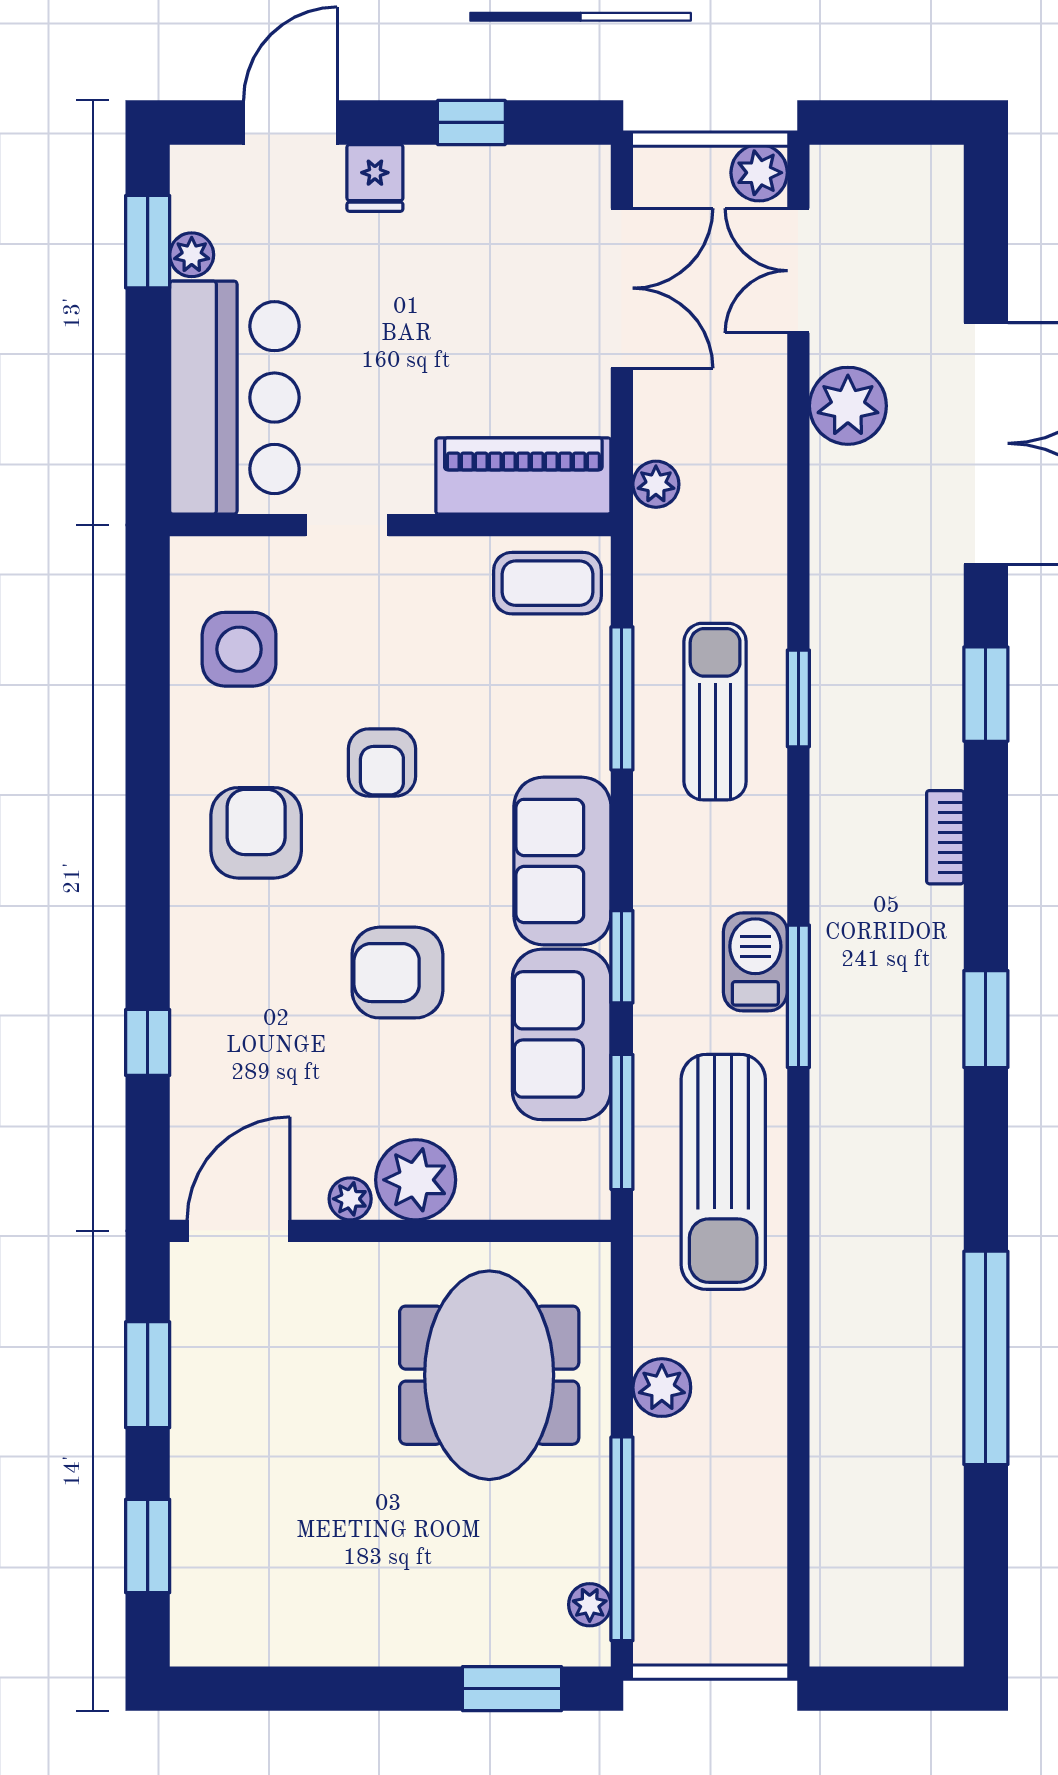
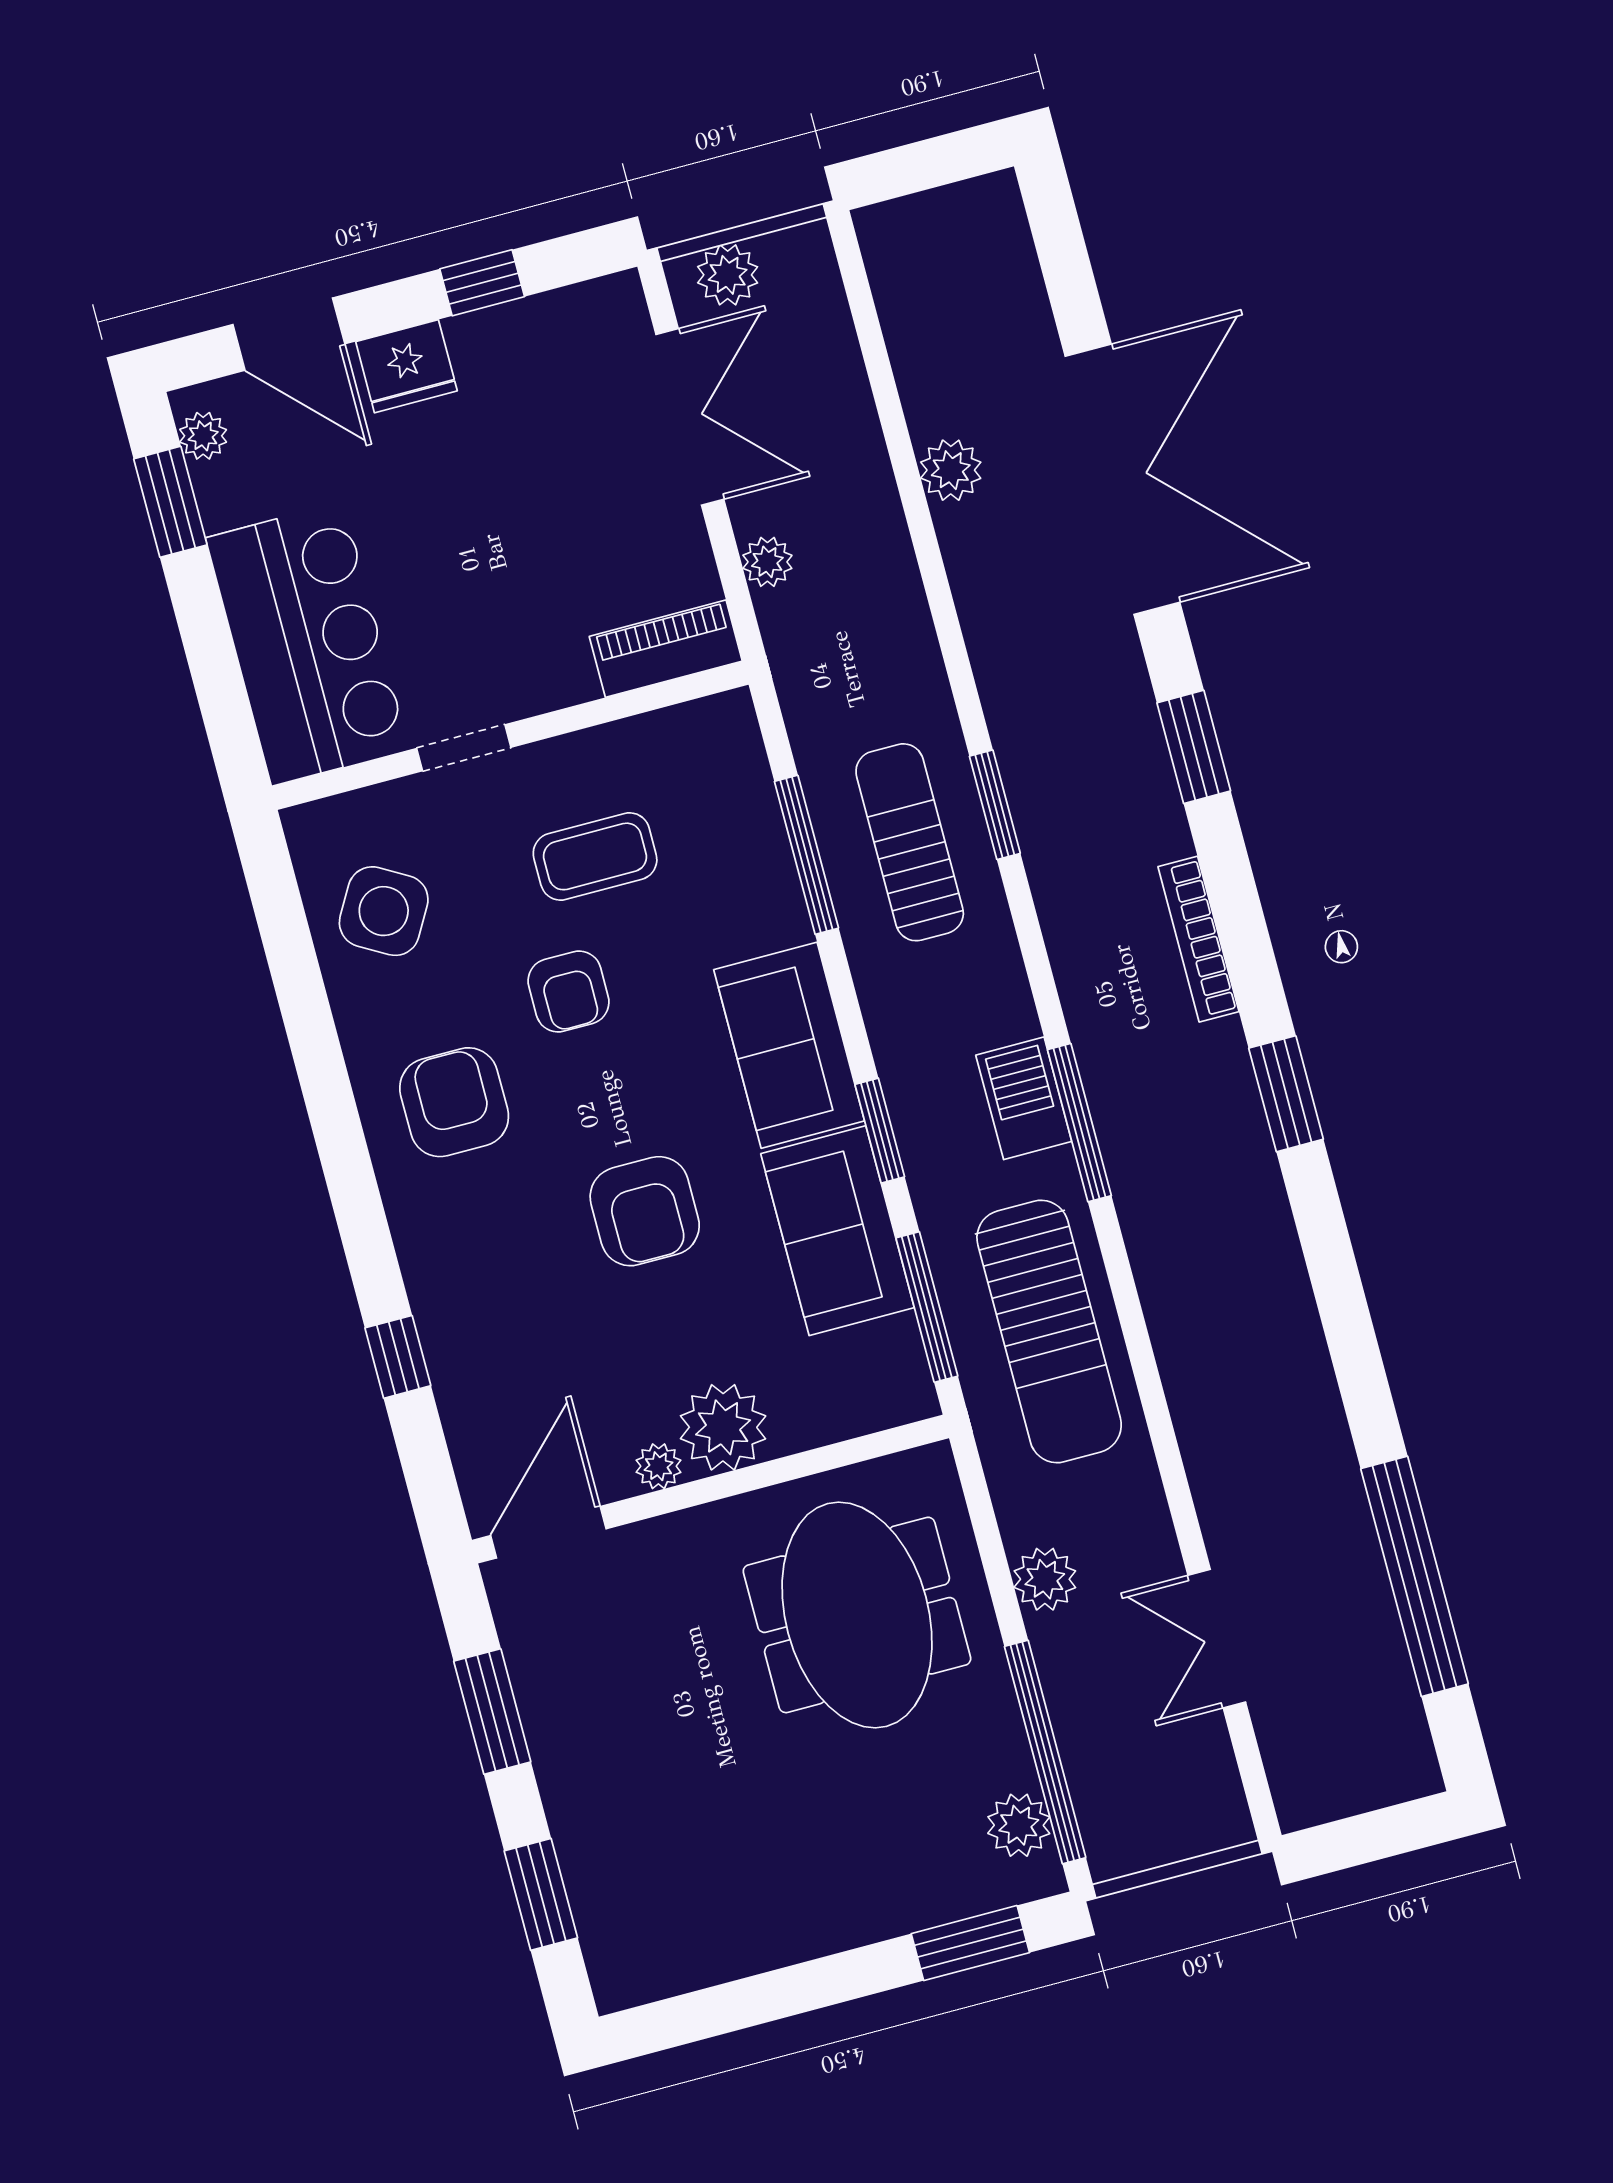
door: (290, 122) -> (289, 334), swing flipped
plant: (759, 173) -> (728, 275), moved
fridge: (375, 178) -> (406, 366), width x1.38
plant: (192, 255) -> (203, 436), moved
double door: (798, 271) -> (1217, 1639), moved
plant: (848, 406) -> (951, 470), width x0.73, depth x0.73
piano: (523, 476) -> (666, 649), width x0.73, depth x0.75
plant: (656, 484) -> (767, 562), moved
coffee table: (548, 583) -> (595, 856), moved
side table: (239, 649) -> (384, 911), turned 30
bookcase: (945, 837) -> (1198, 939), width x1.56
armchair: (397, 973) -> (645, 1211), turned -90
window: (986, 1358) -> (1414, 1576), moved
plant: (590, 1605) -> (1019, 1825), width x1.38, depth x1.38

